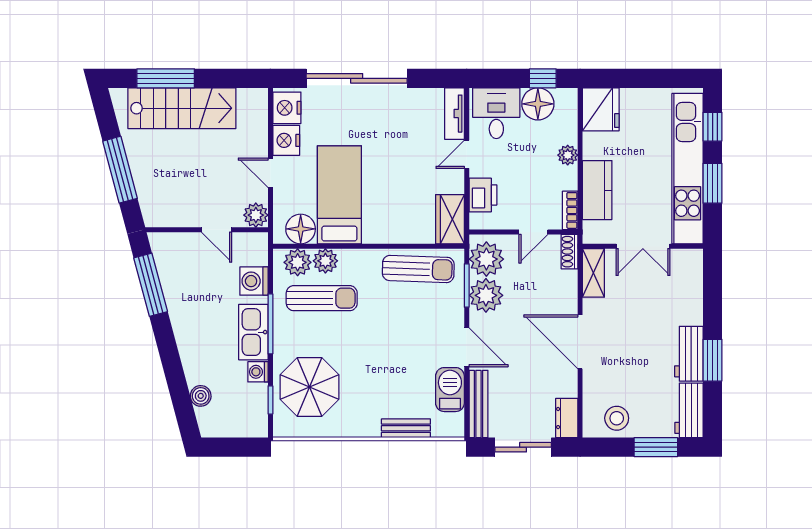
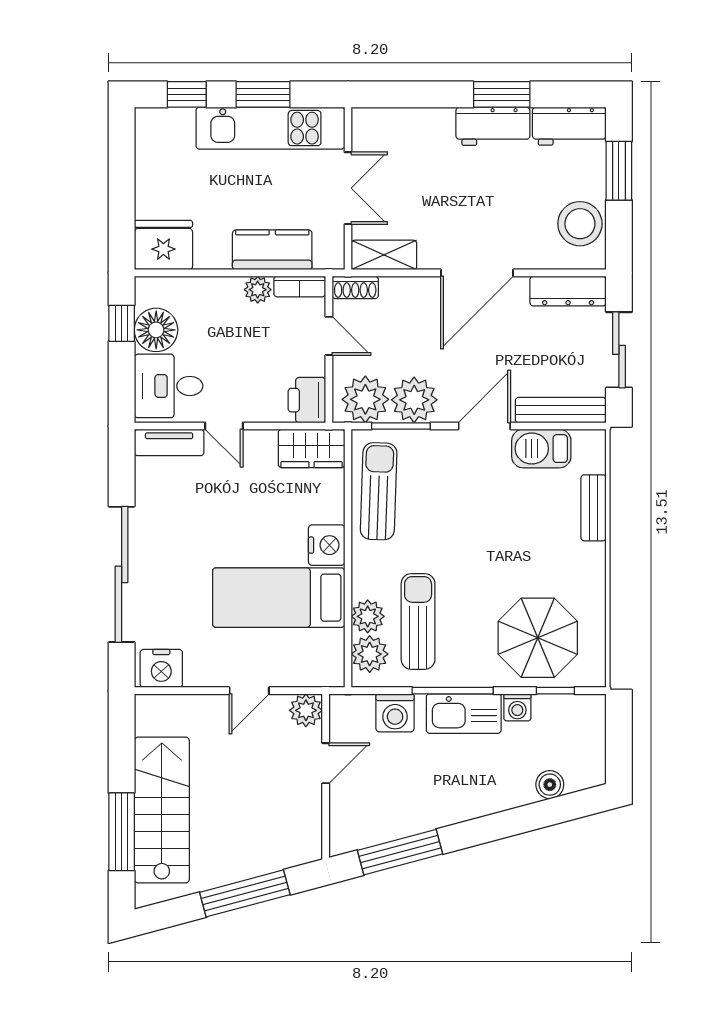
nightstand: (286, 140) -> (327, 545), moved, turned -90
plant: (568, 155) -> (258, 290), moved
kitchen unit: (688, 169) -> (270, 128), width x0.73
printer: (483, 195) -> (307, 400), moved, turned -90
floor lamp: (301, 229) -> (325, 650), removed
dresser: (567, 418) -> (568, 291), width x1.44
stool: (617, 418) -> (580, 224), width x1.38, depth x1.38

